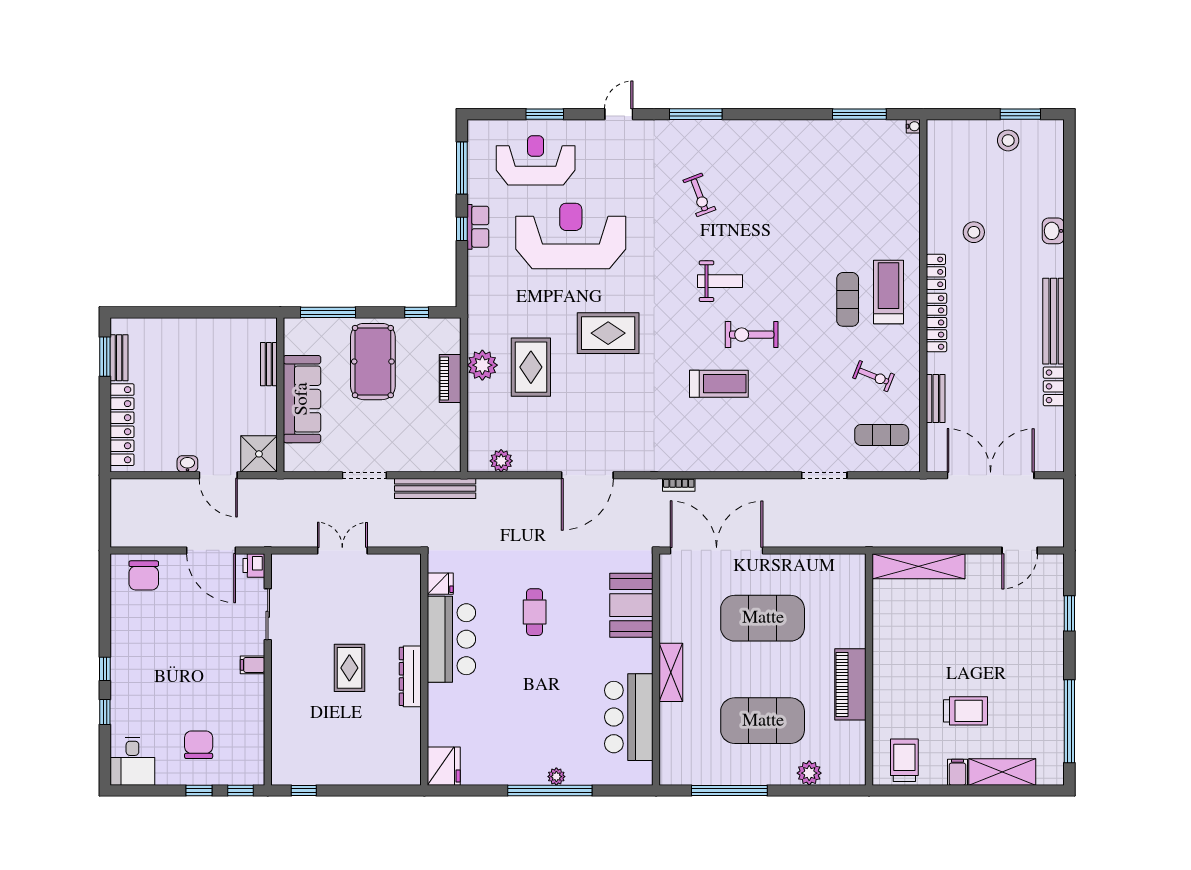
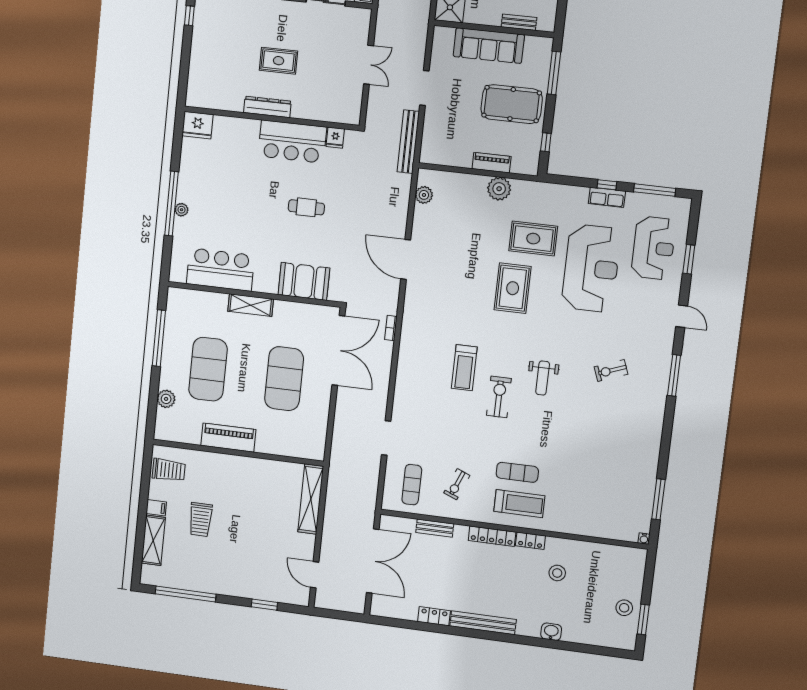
rug: (531, 367) -> (533, 239), moved

